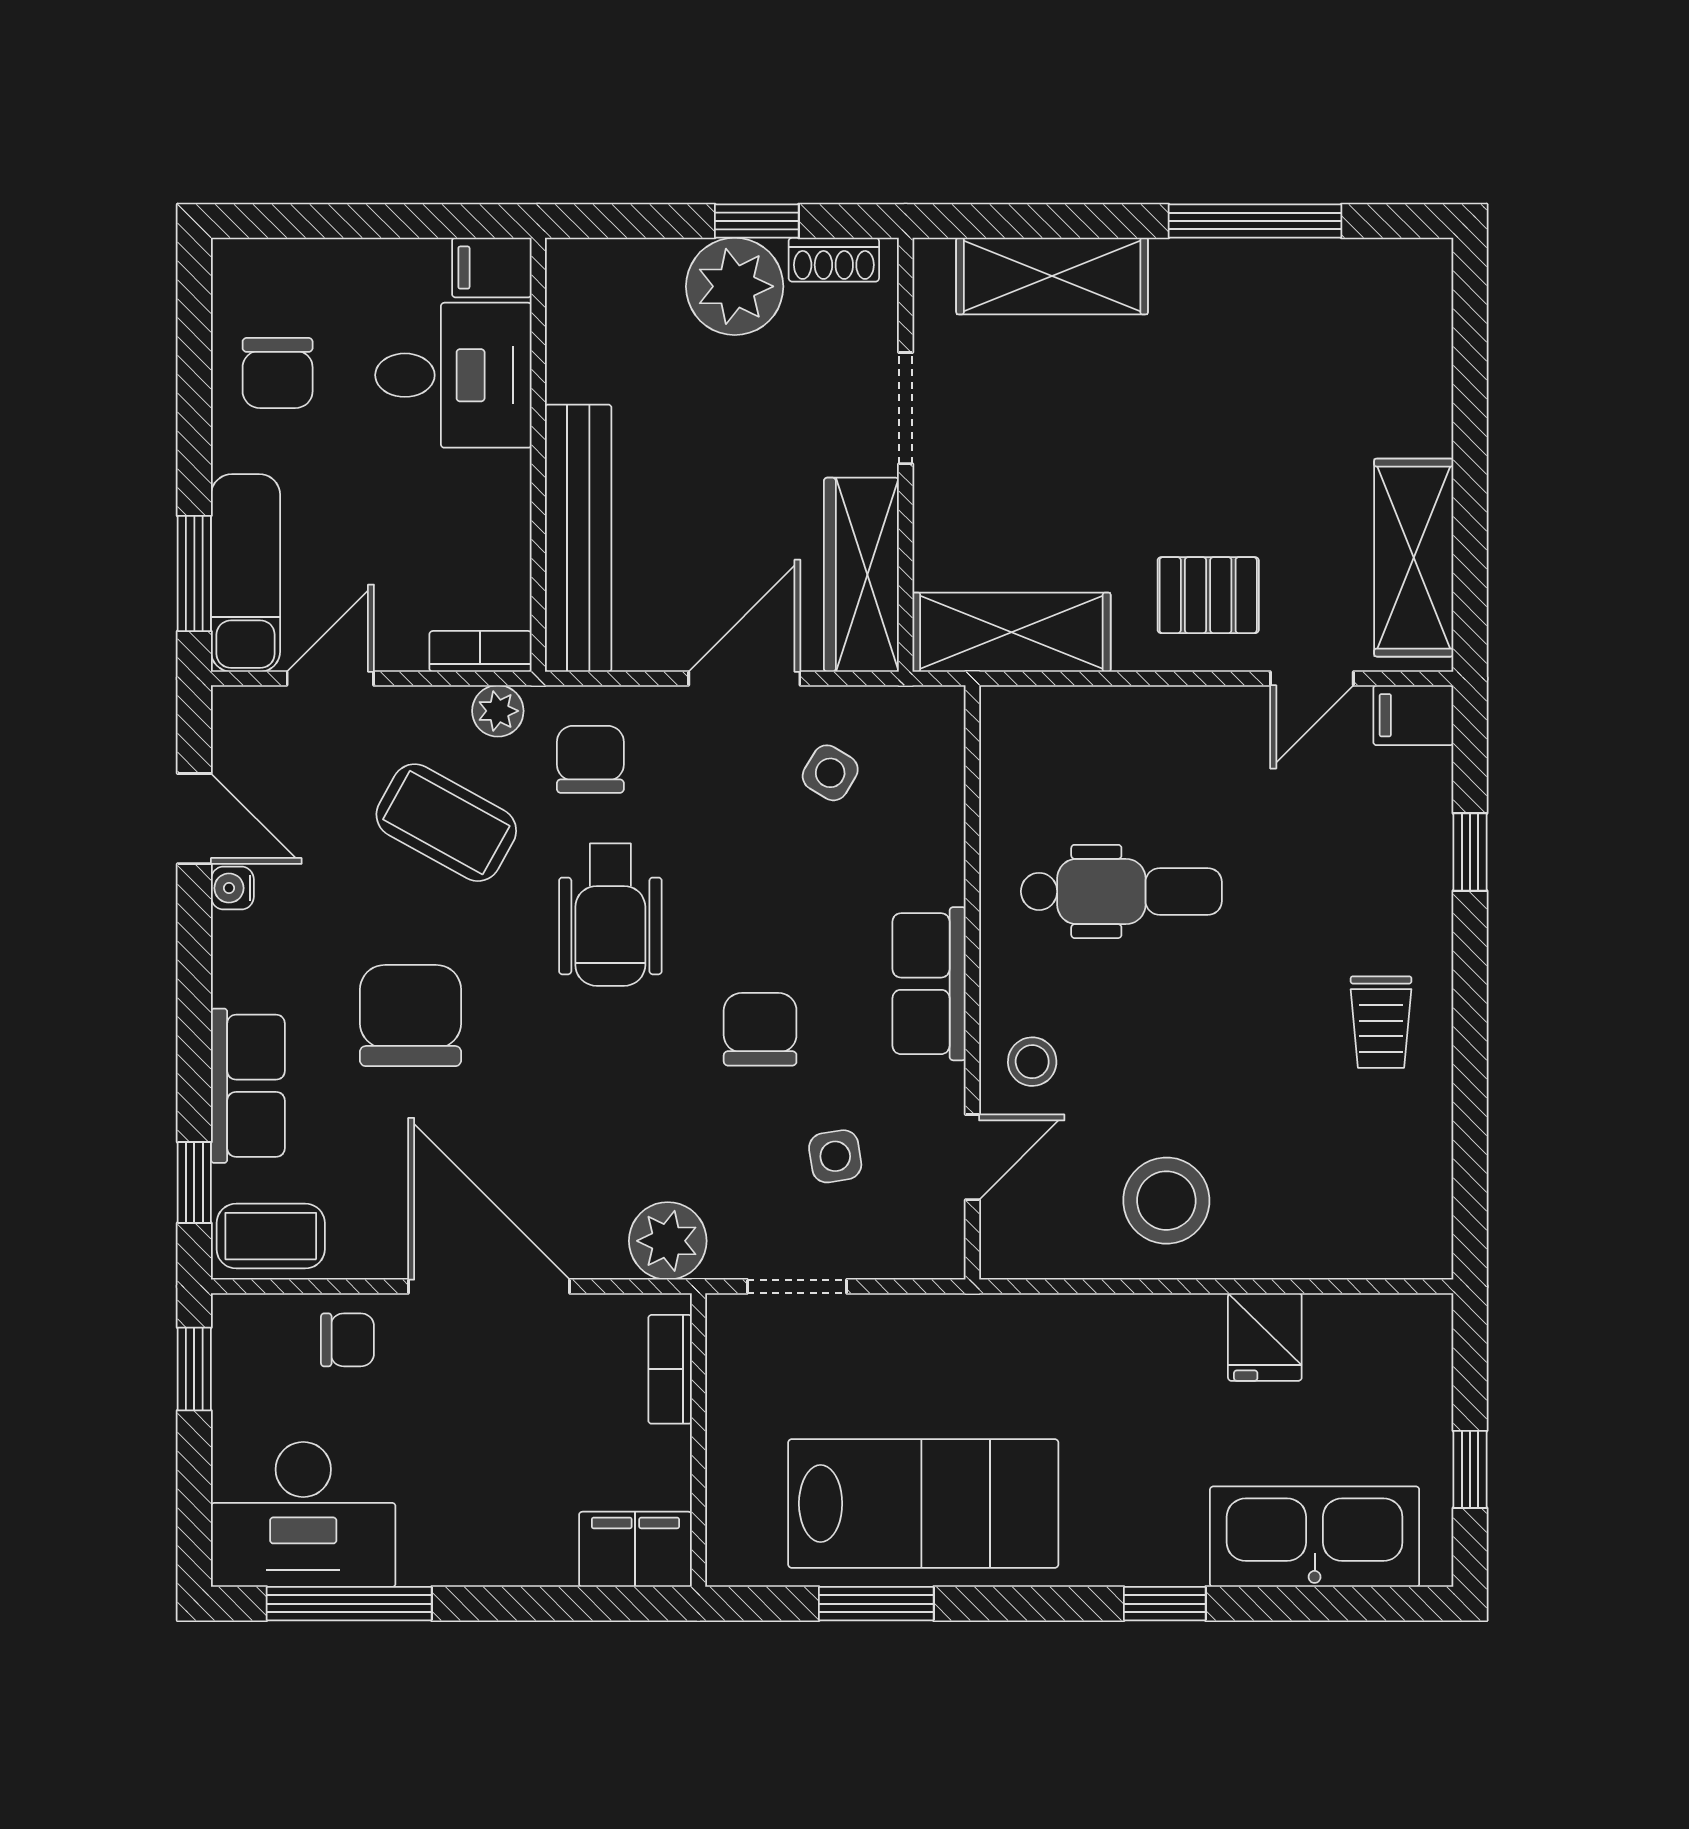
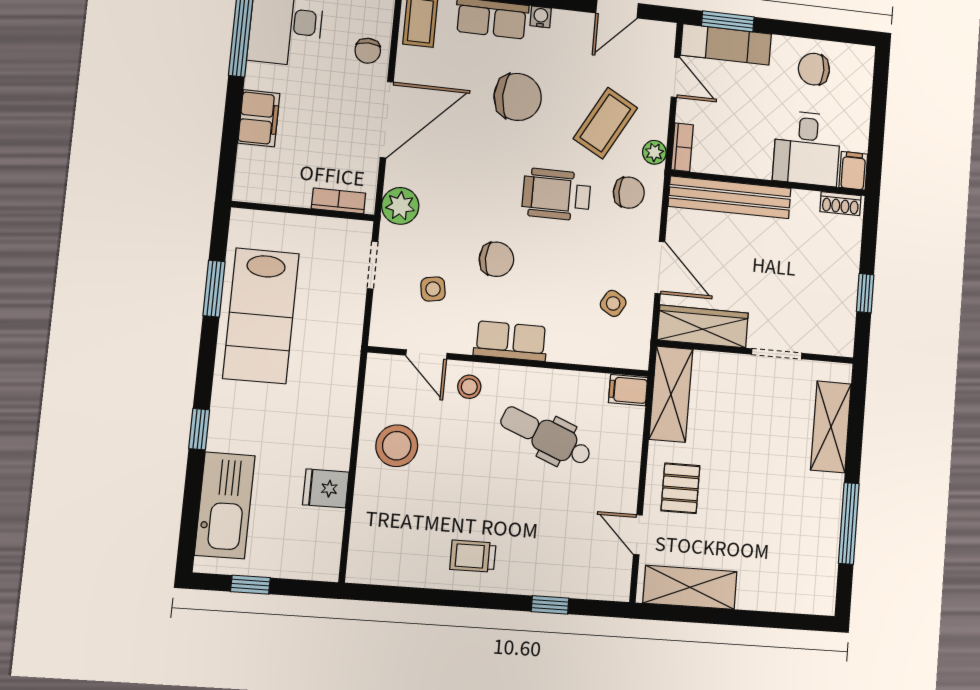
shoe rack: (834, 260) -> (841, 204), moved, turned -90
plant: (735, 286) -> (837, 280), removed
filing cabinet: (1413, 715) -> (628, 390), moved, turned -90
water cooler: (232, 888) -> (541, 17), moved
dental chair: (1121, 891) -> (546, 436), turned 112
filing cabinet: (635, 1549) -> (259, 118), moved

